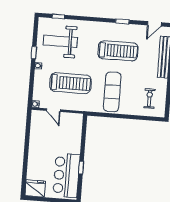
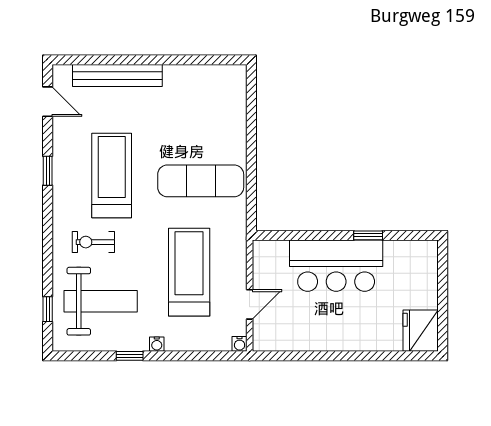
weight bench: (60, 41) -> (101, 301), turned -90
exercise bike: (149, 98) -> (93, 242), moved
bar counter: (66, 175) -> (336, 266), moved

